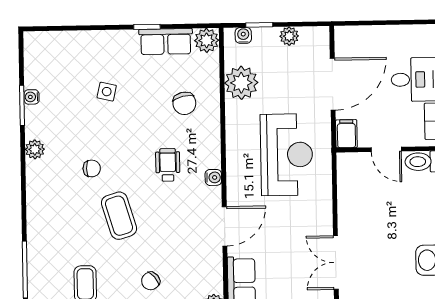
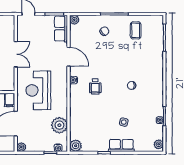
plant: (289, 36) -> (21, 147), moved
row of seats: (166, 42) -> (121, 145), moved
chair: (184, 103) -> (87, 116), removed
plant: (35, 149) -> (159, 144), moved
coffee table: (119, 216) -> (119, 63), removed
door: (225, 226) -> (69, 57), swing flipped
double door: (336, 262) -> (16, 54), moved

